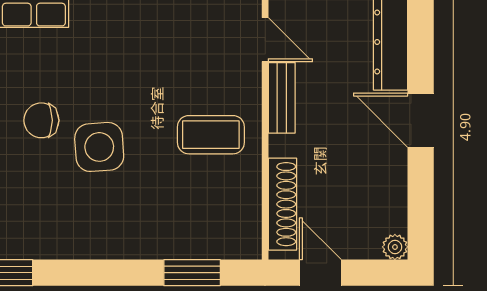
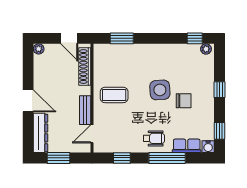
wheelchair: (114, 29) -> (154, 138), added
door: (265, 40) -> (92, 134), hinge flipped

